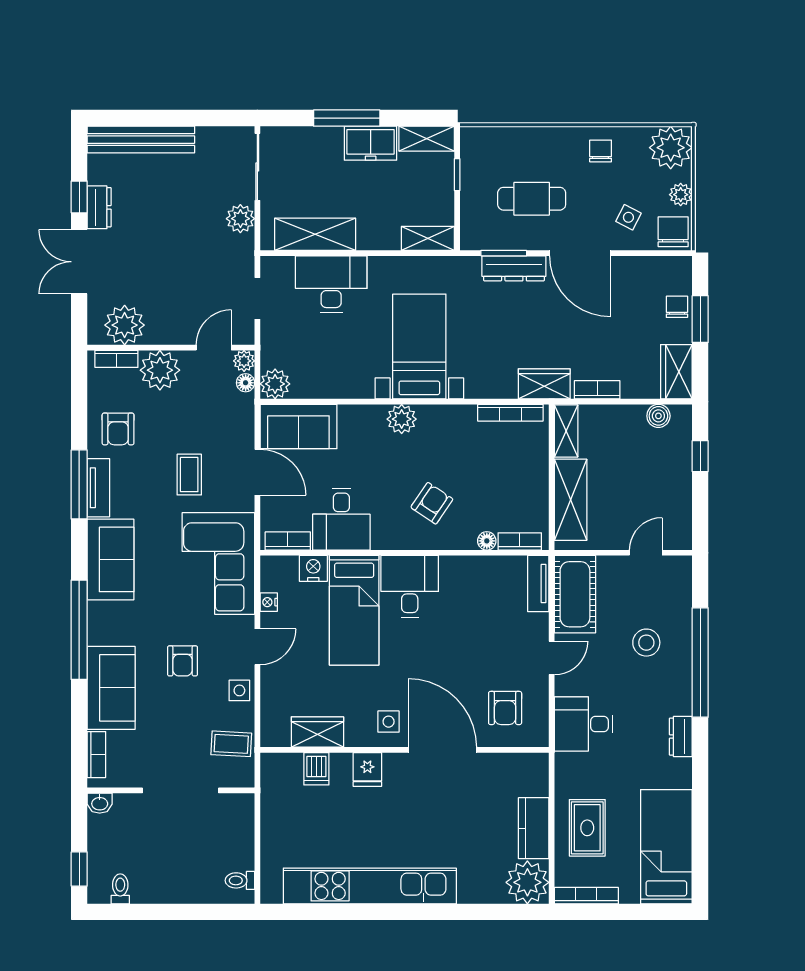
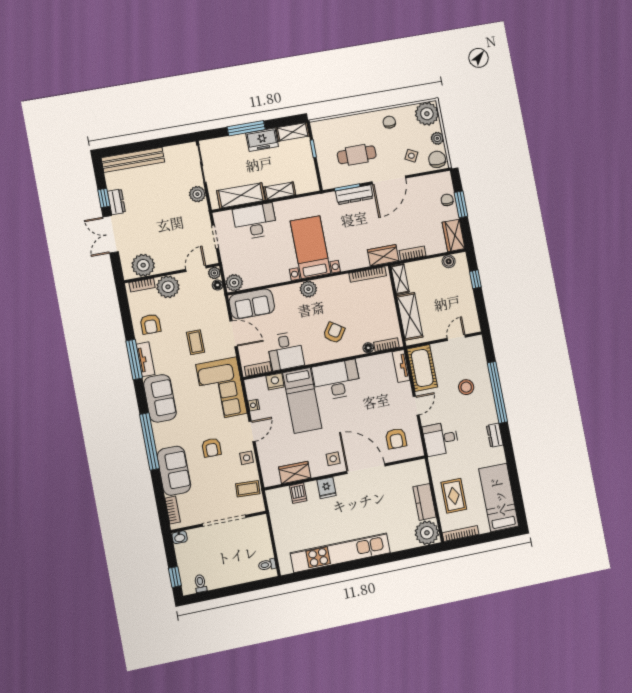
shelving: (428, 238) -> (280, 191), moved
door: (580, 253) -> (389, 180), hinge flipped
desk: (410, 587) -> (337, 380), width x1.37

